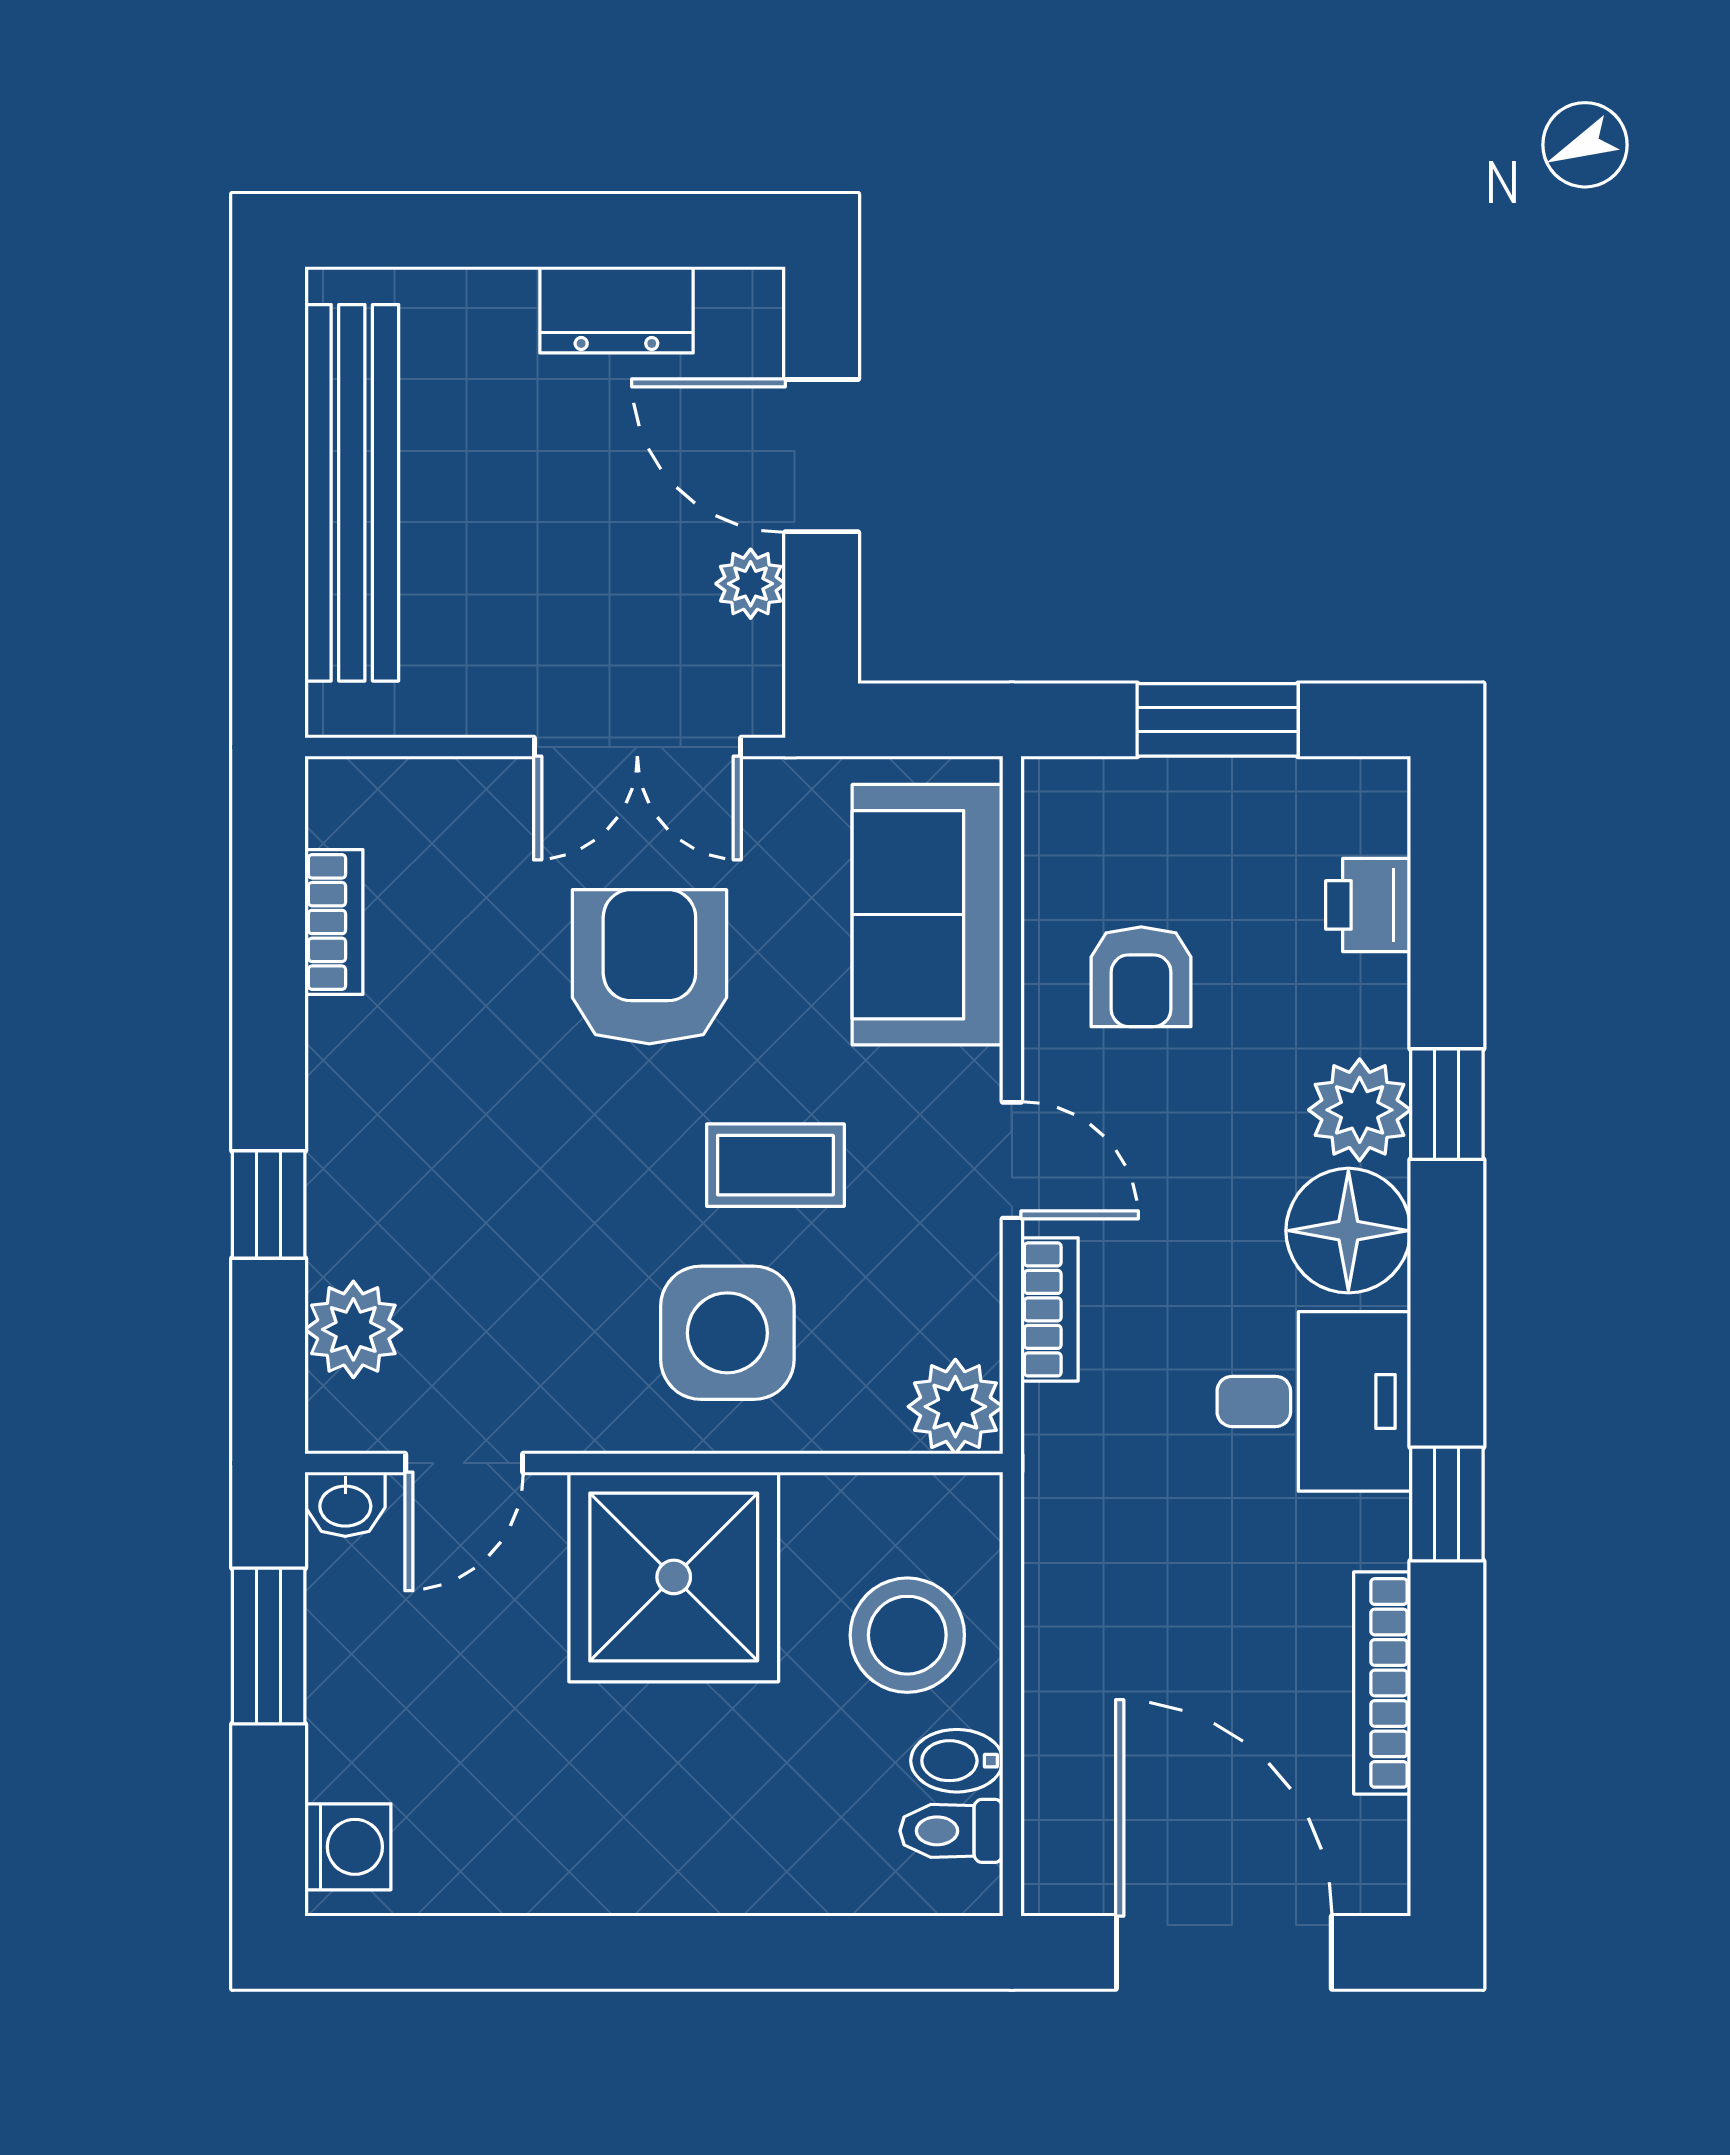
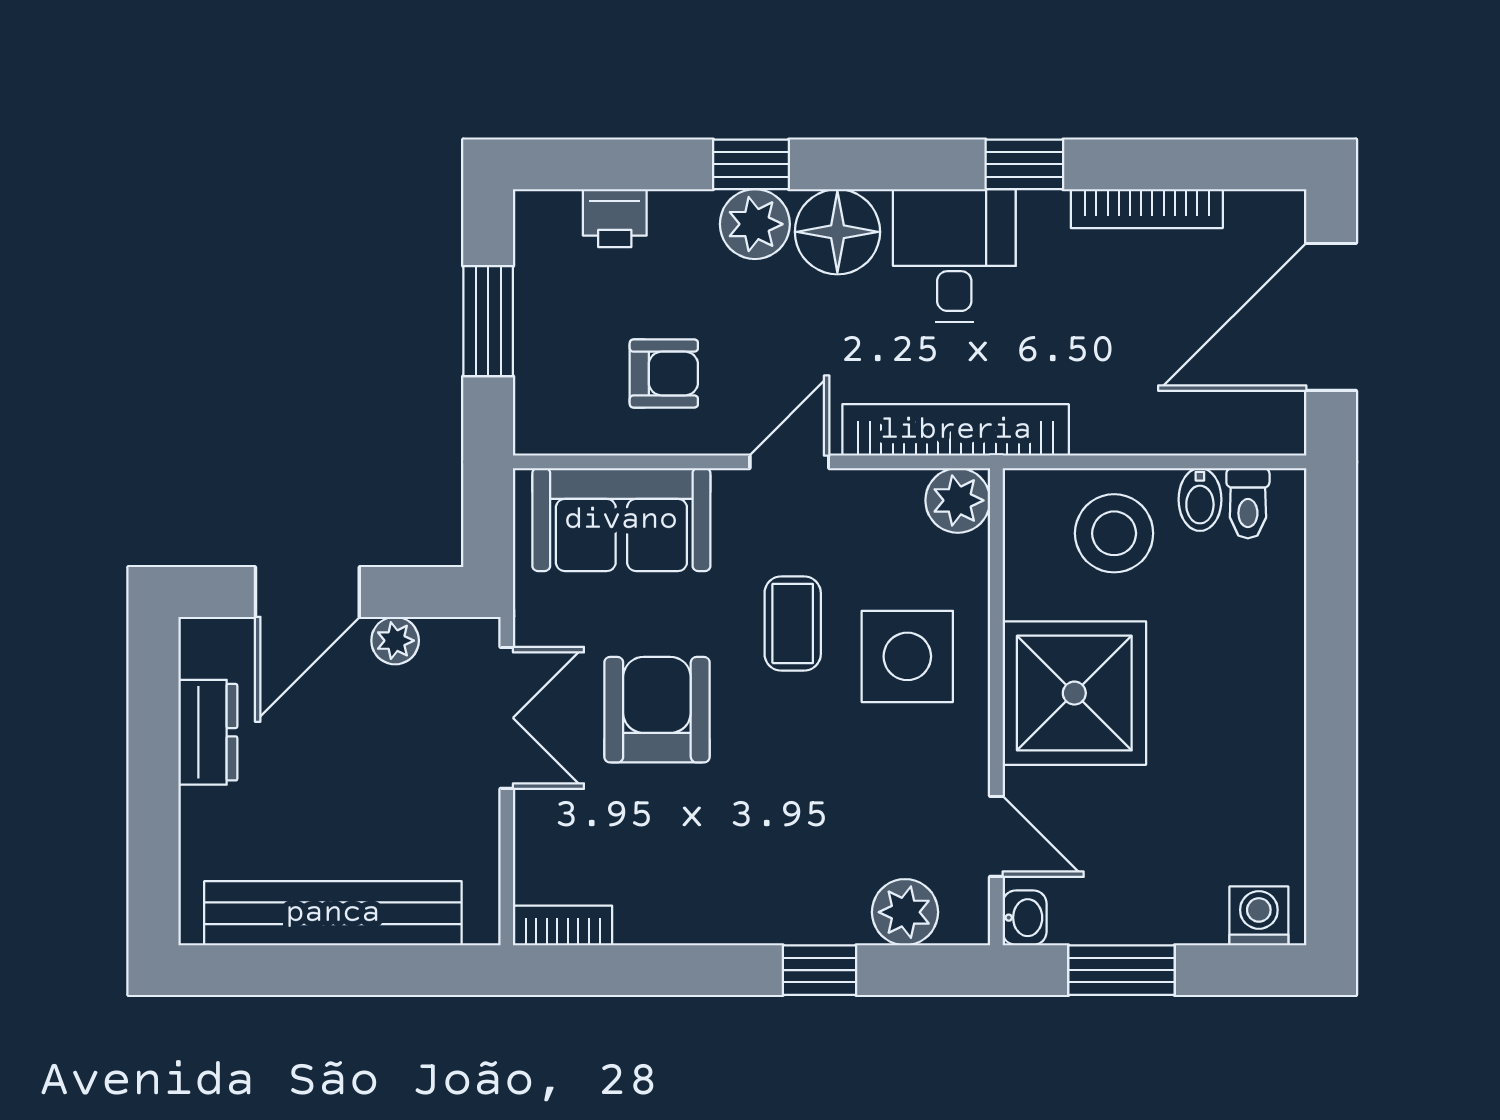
bookcase: (334, 922) -> (563, 925), moved
armchair: (649, 967) -> (657, 710), turned 90
bookcase: (1050, 1309) -> (956, 430), width x2.31, depth x1.31

